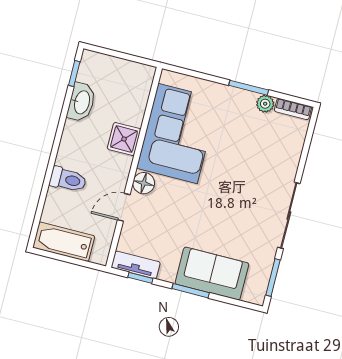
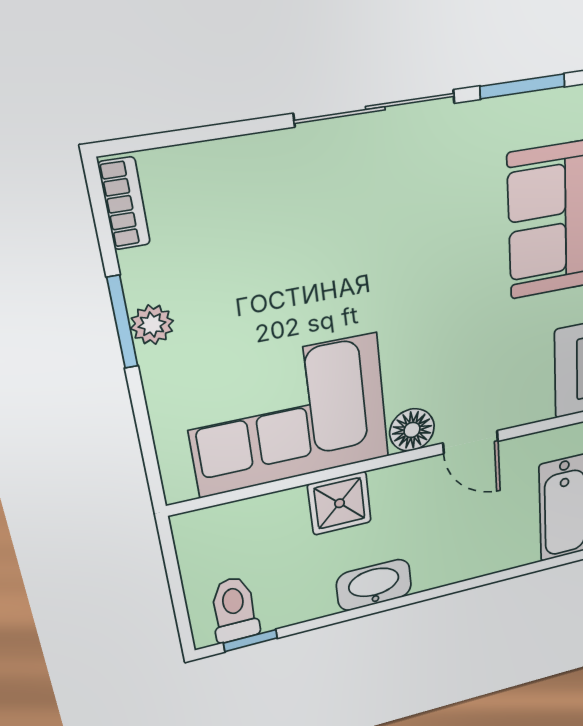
washbasin: (81, 102) -> (374, 585), moved
plant: (265, 104) -> (152, 325), moved
toilet: (68, 180) -> (234, 609), moved

